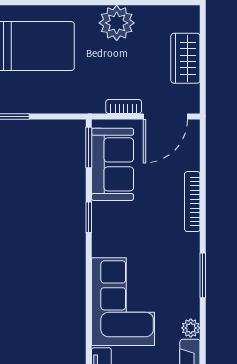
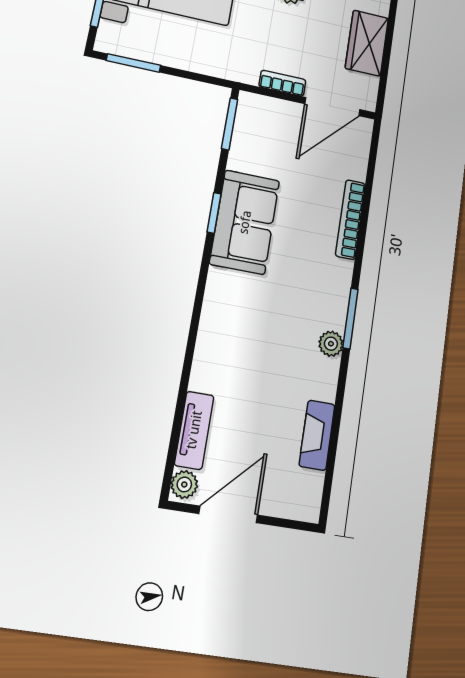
sofa: (112, 164) -> (245, 222), moved
corner sofa: (123, 302) -> (240, 334), removed
plant: (191, 328) -> (331, 344), moved

